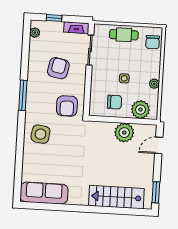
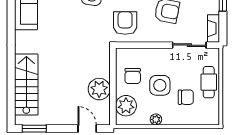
chair: (153, 42) -> (186, 97), moved, turned 180
side table: (124, 78) -> (160, 85), width x1.87, depth x1.87
armchair: (67, 106) -> (125, 23), turned 90

